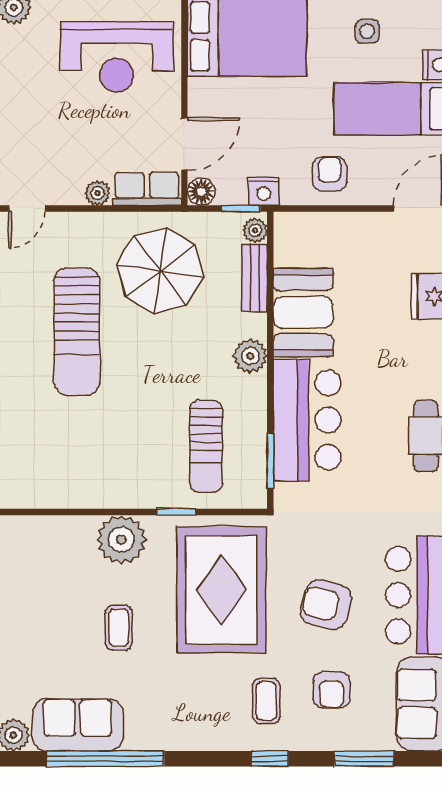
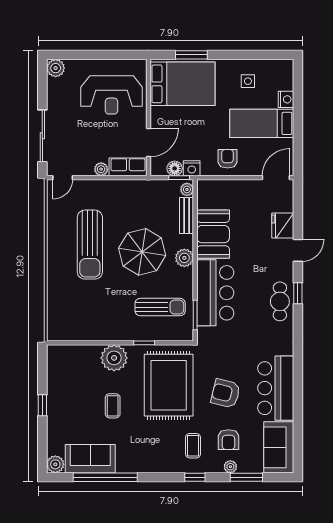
floor lamp: (201, 192) -> (175, 168), moved
parasol: (160, 271) -> (142, 252), moved
sun lounger: (206, 446) -> (160, 307), turned -90
plant: (335, 739) -> (230, 467), added

